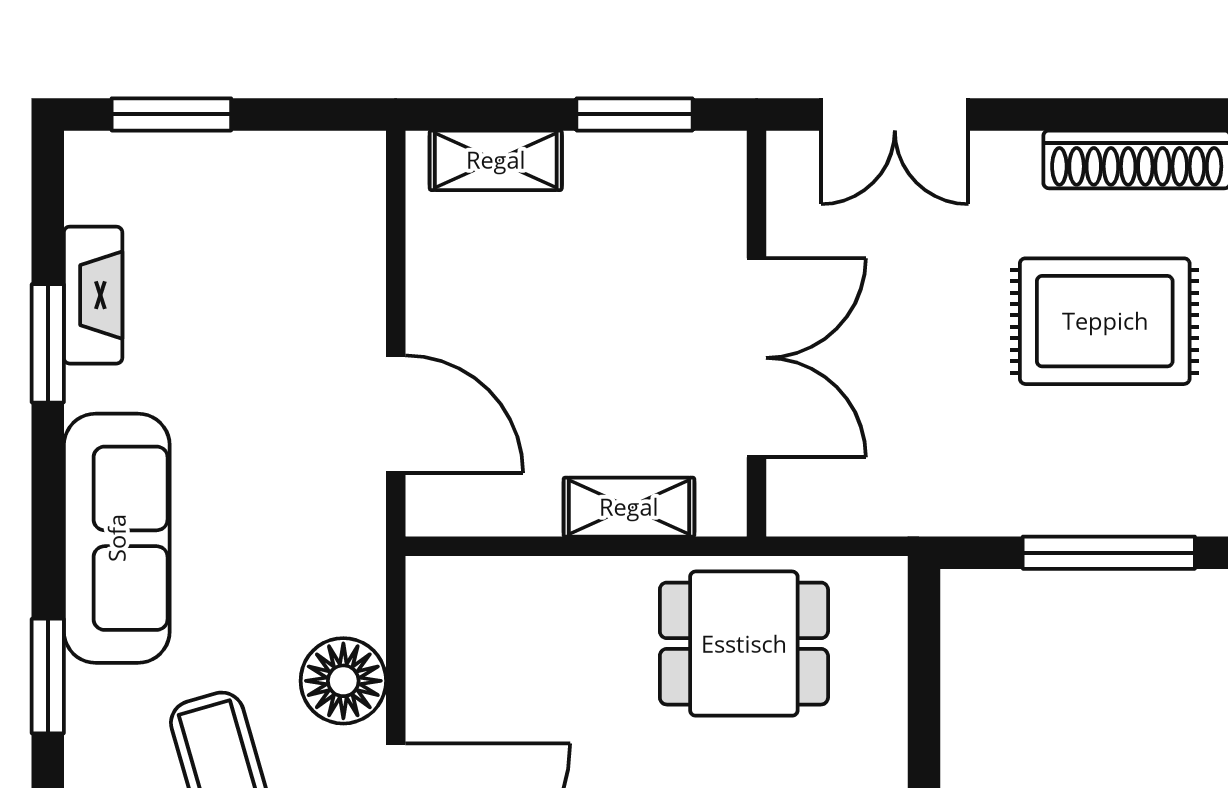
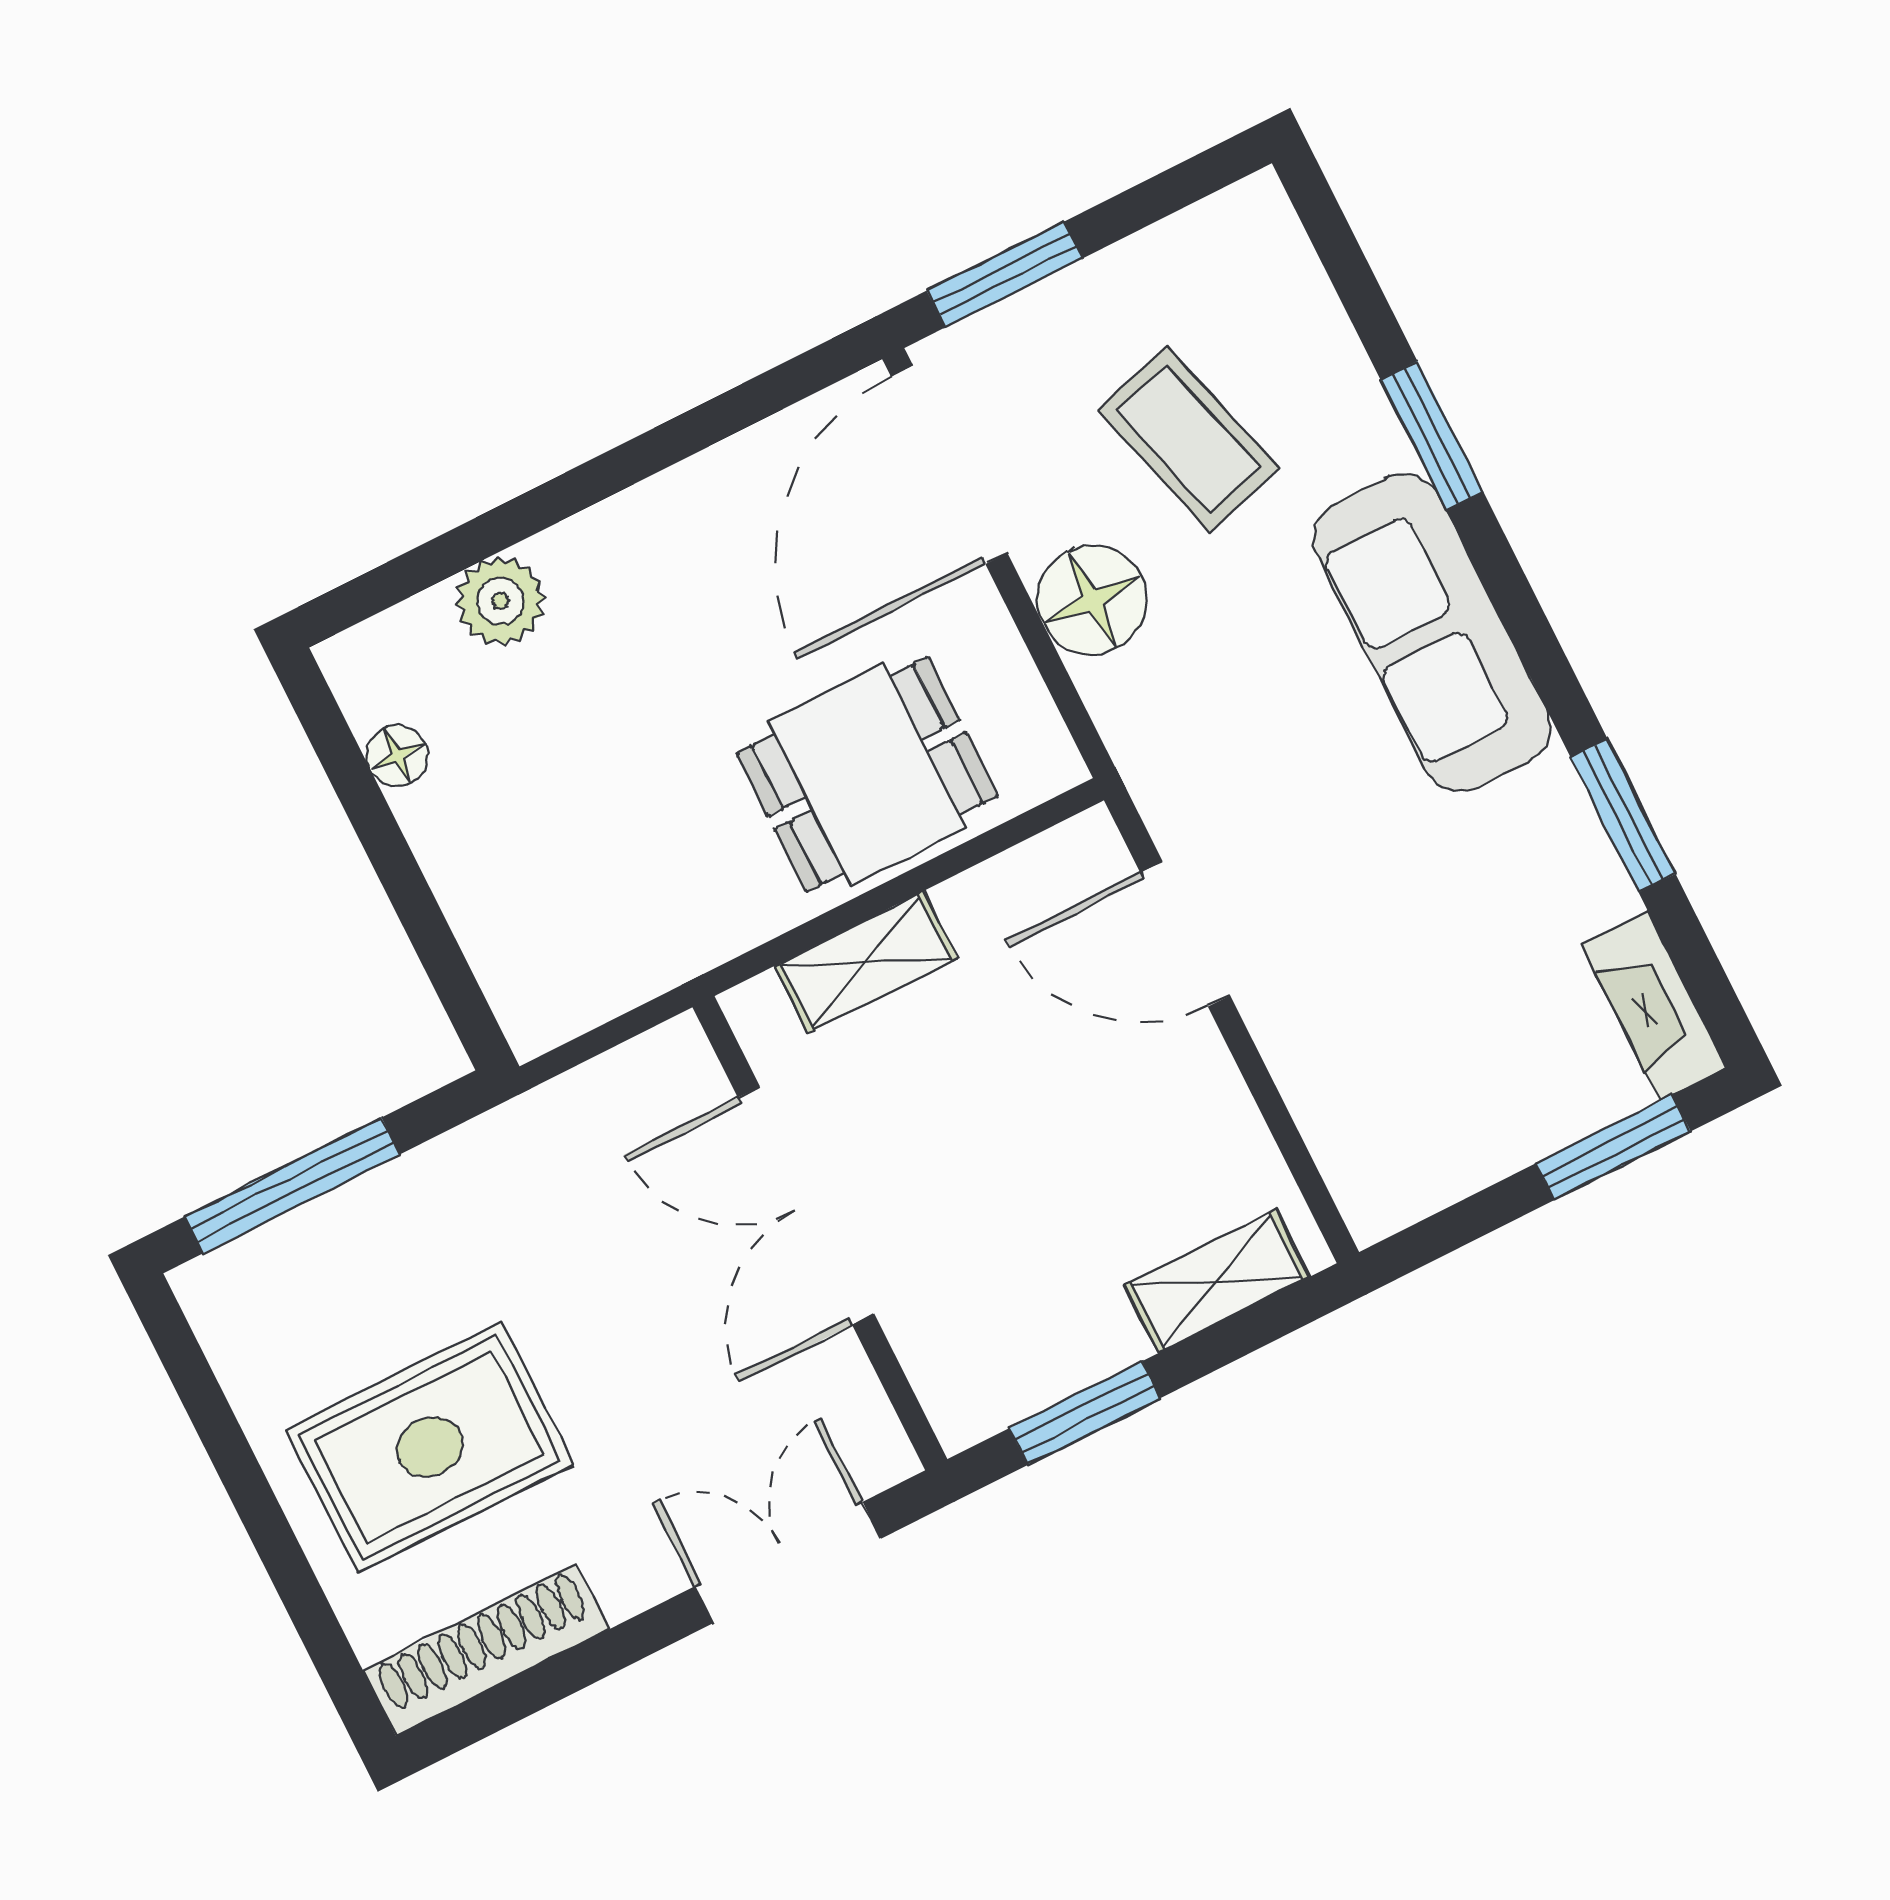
fireplace: (93, 295) -> (1654, 1006), moved
dining table: (744, 644) -> (867, 774), moved

